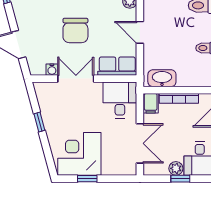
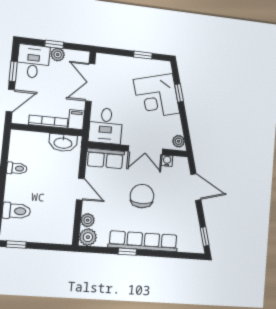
plant: (41, 91) -> (179, 141), added
window: (39, 122) -> (179, 93), moved
corner desk: (79, 154) -> (156, 96), moved, turned 75

